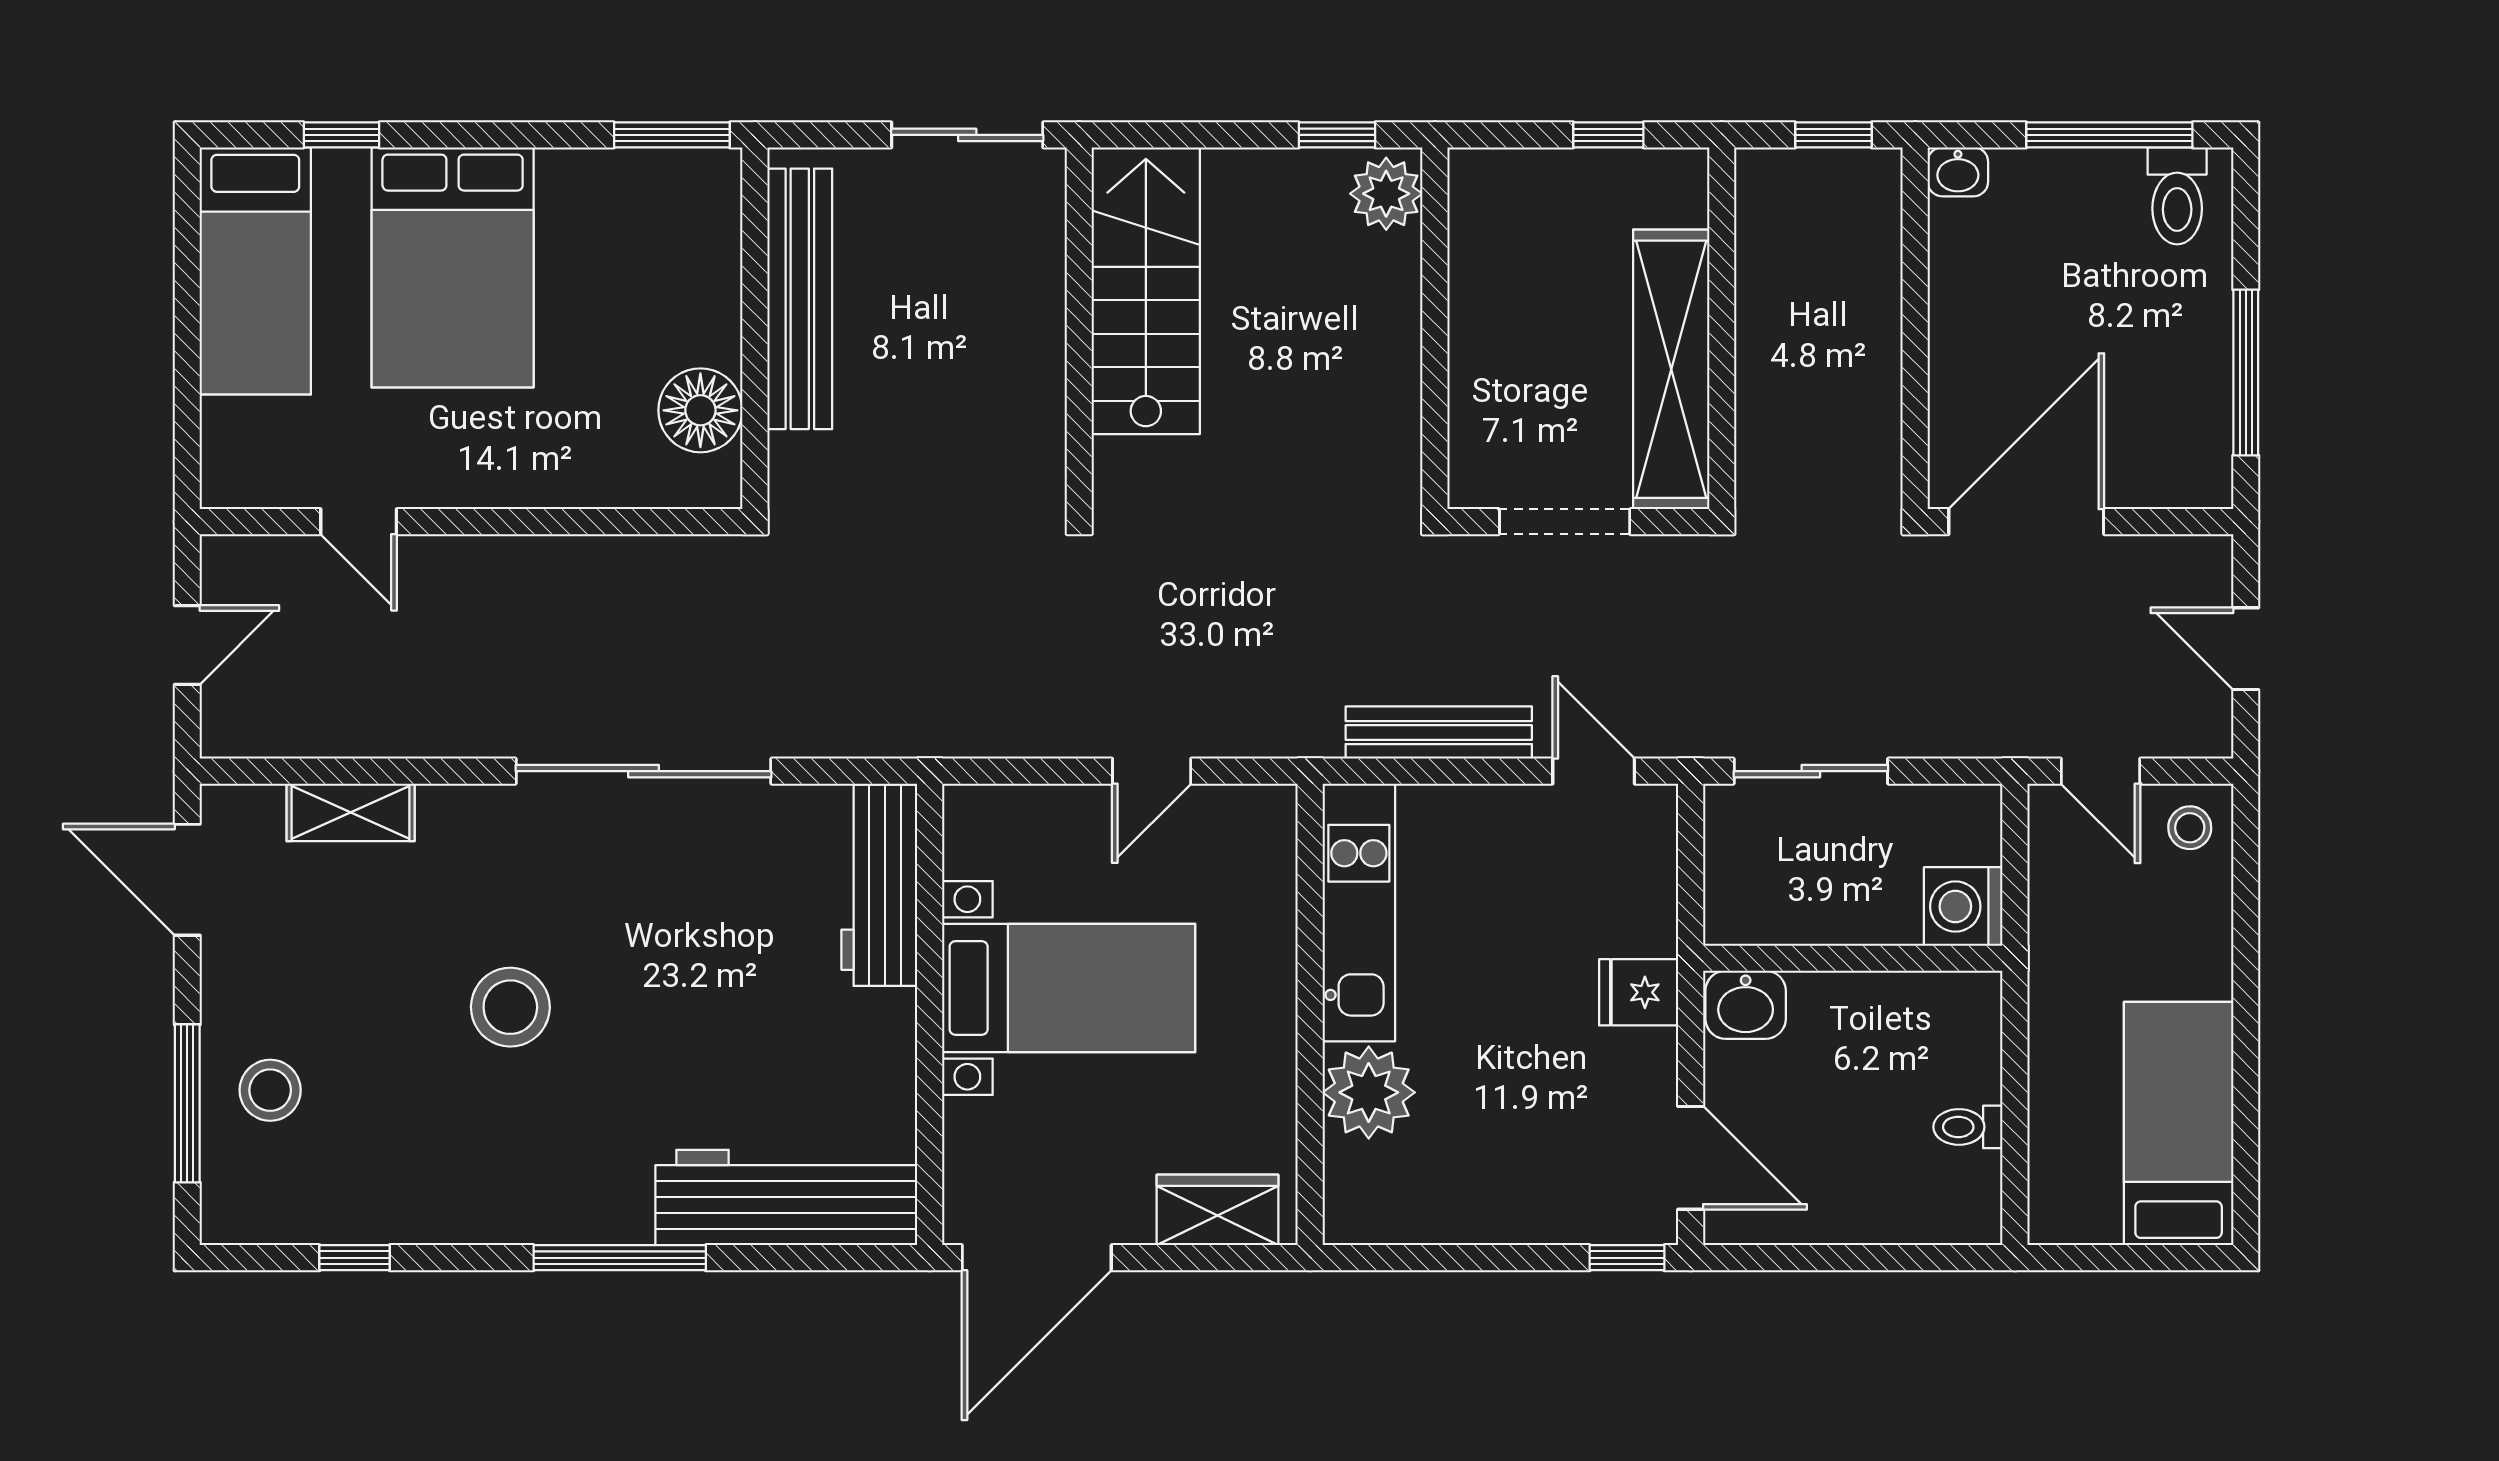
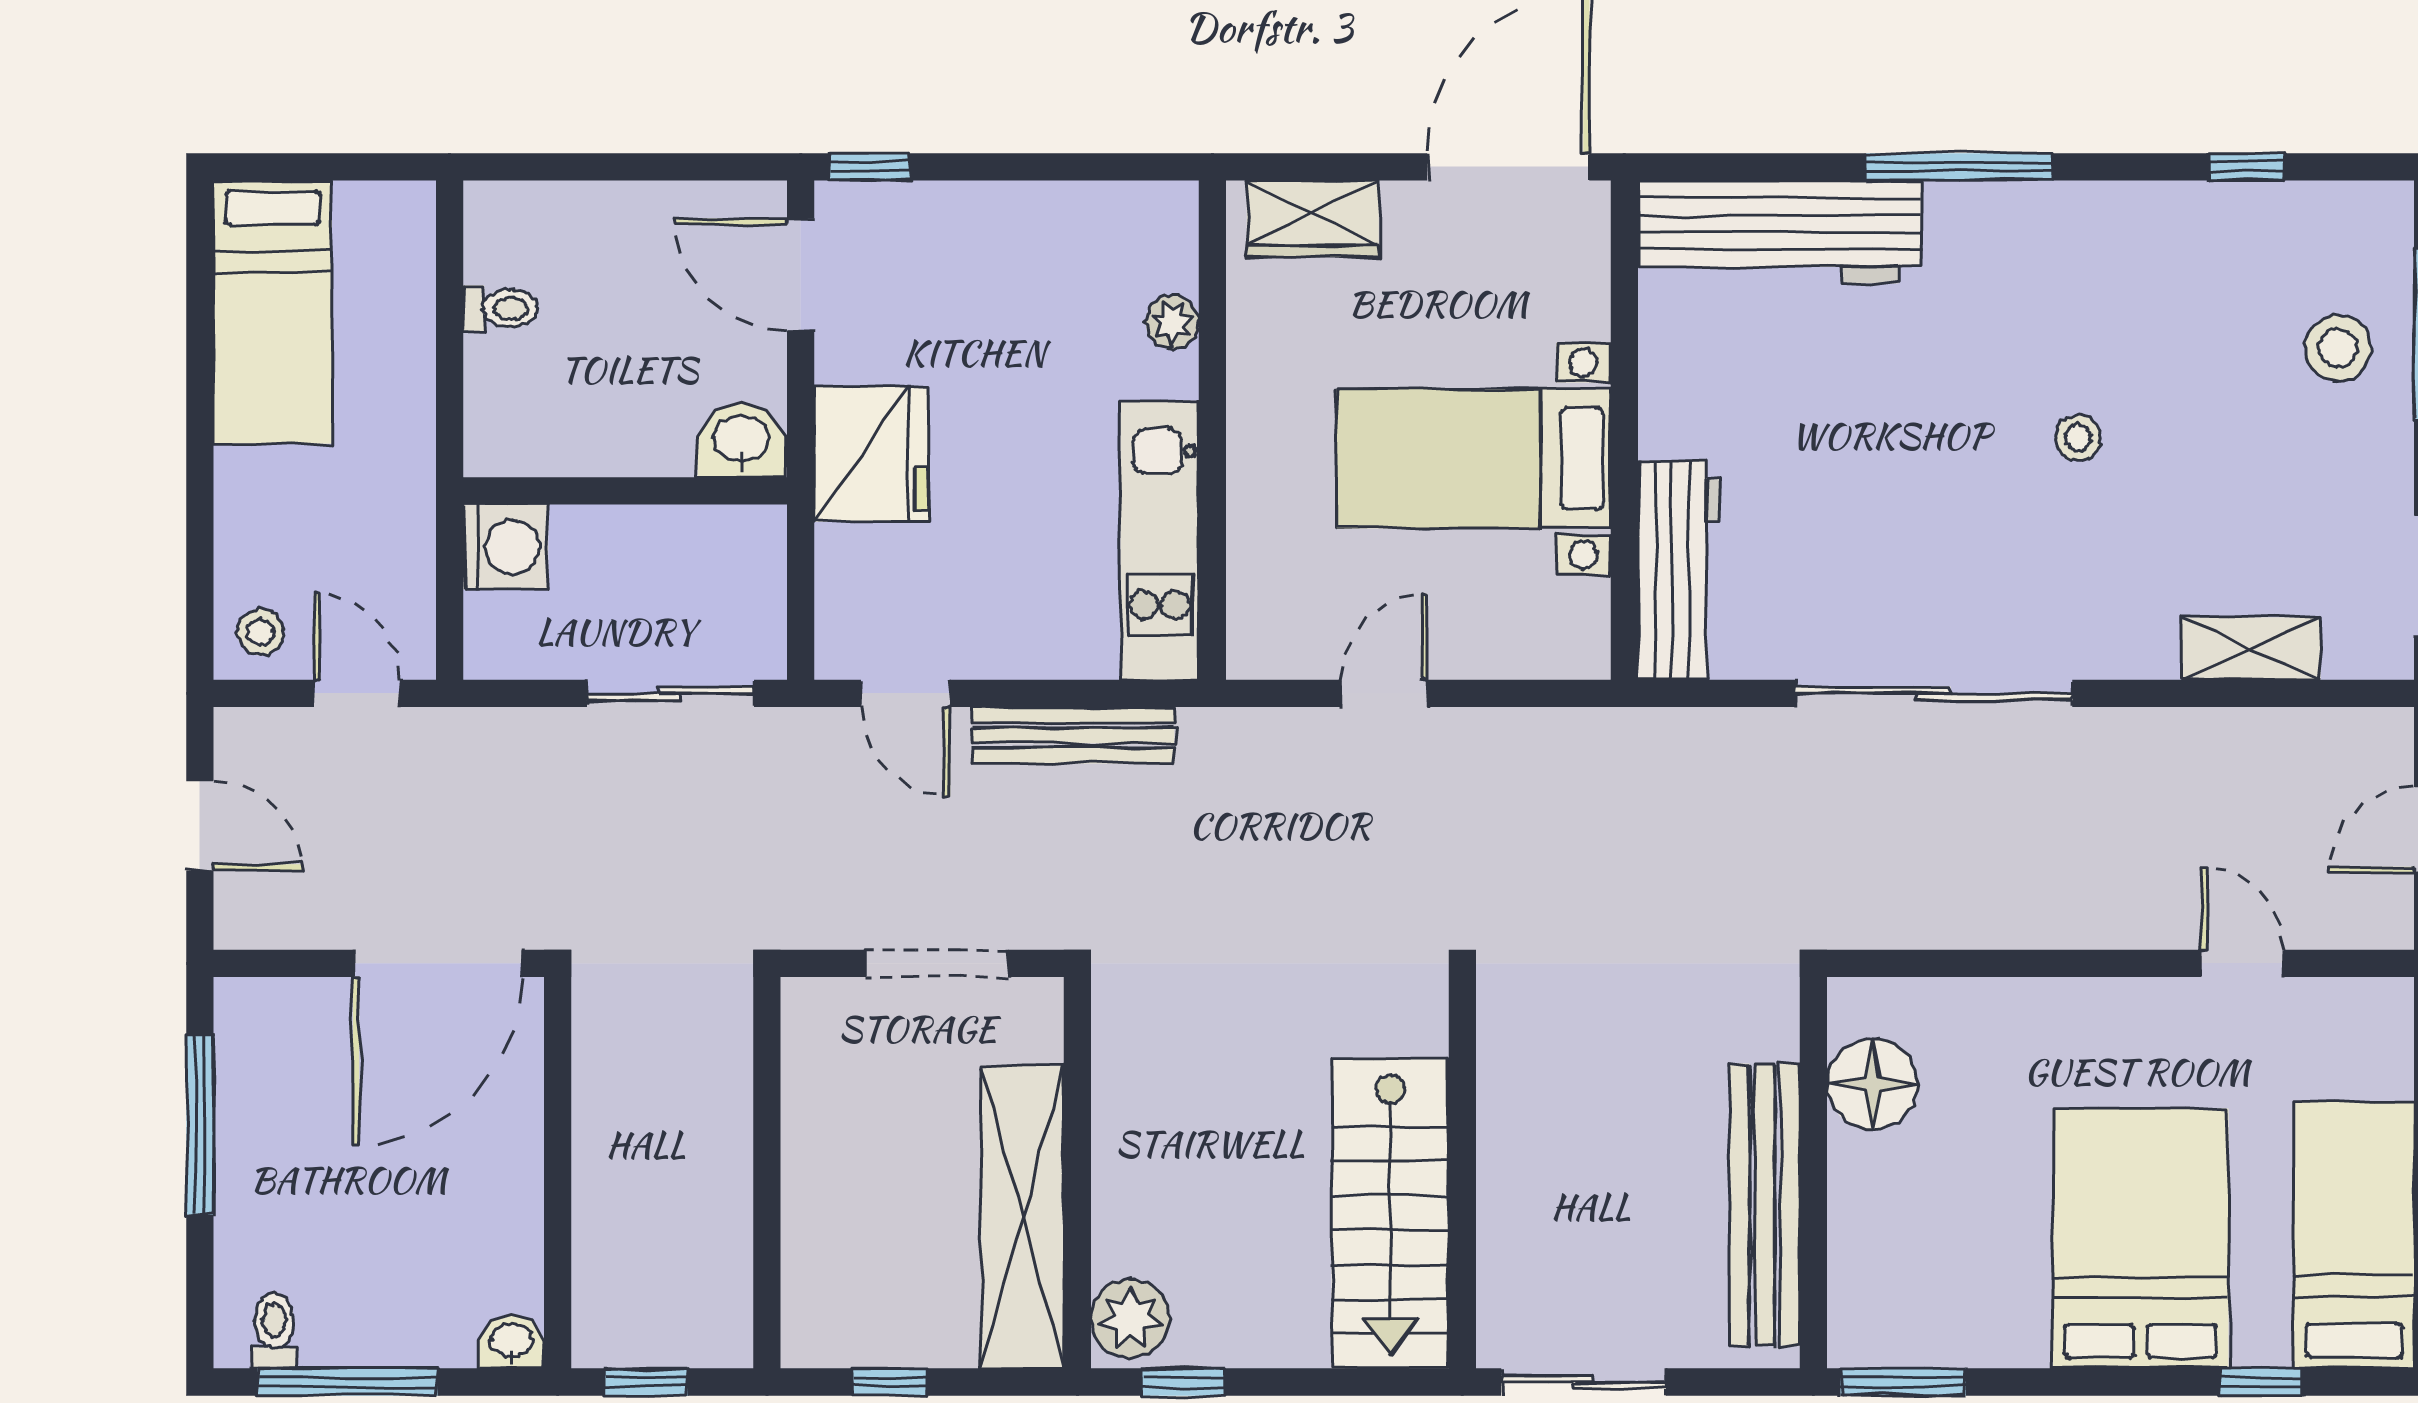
toilet: (2177, 196) -> (274, 1331), width x0.73, depth x0.72
shelving: (1671, 369) -> (1023, 1217), moved
fridge: (1639, 992) -> (871, 454), width x1.88, depth x1.34
stool: (510, 1007) -> (2078, 438), width x0.53, depth x0.53
plant: (1369, 1092) -> (1172, 322), width x0.53, depth x0.53

